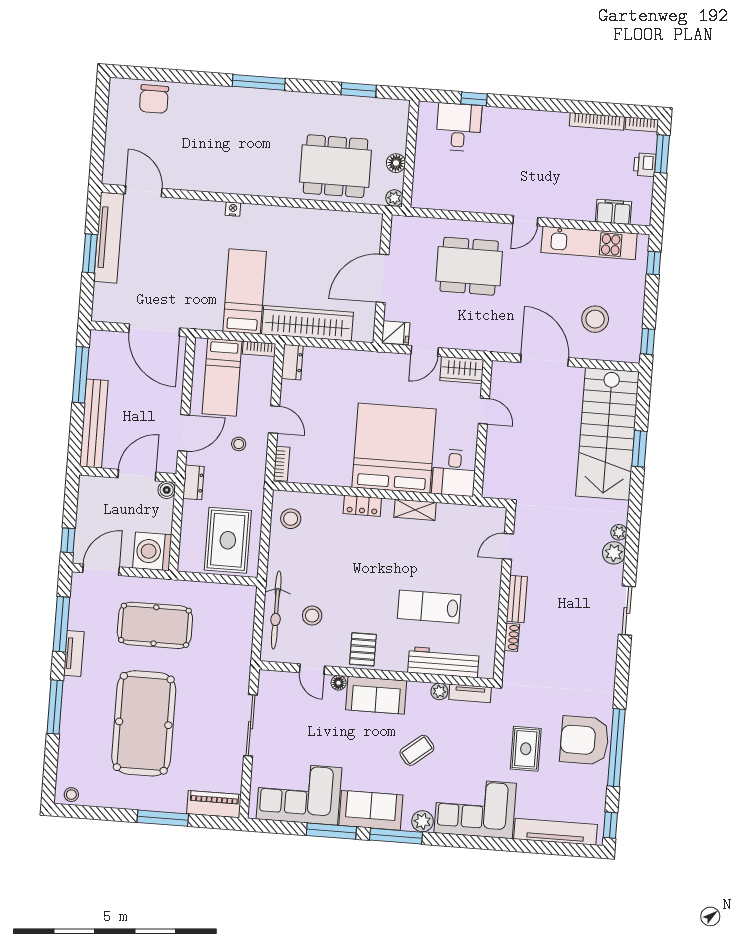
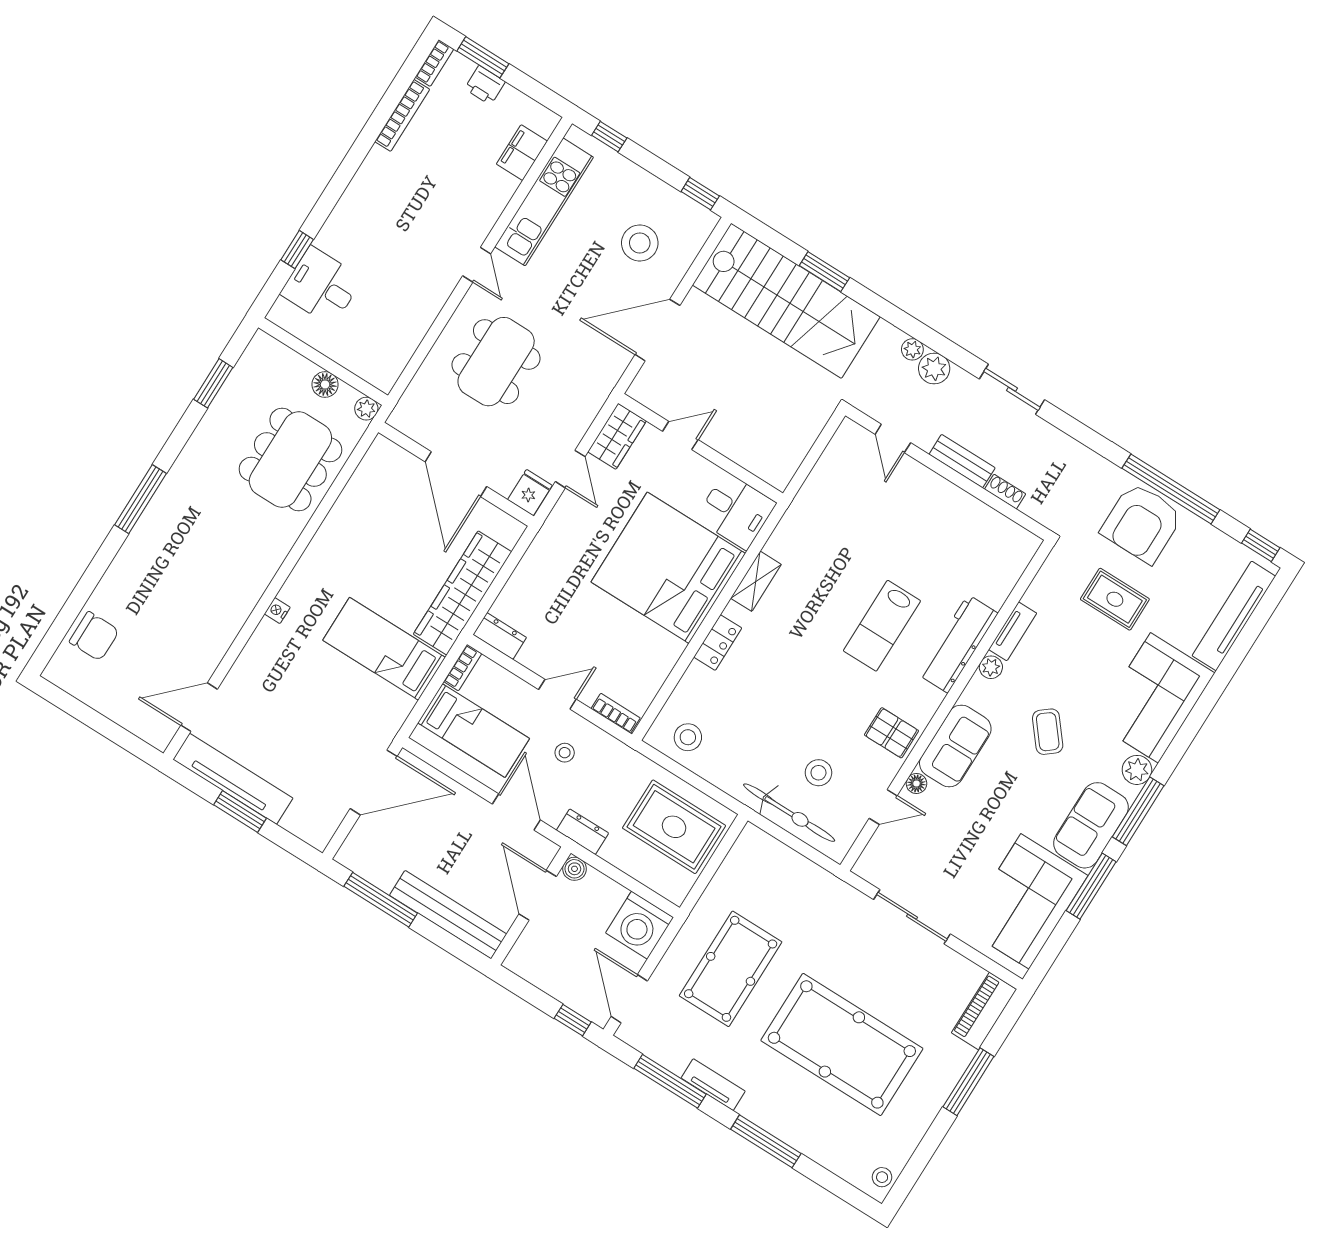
door: (508, 546) -> (893, 438), moved
wall: (504, 594) -> (948, 473), moved
bench: (517, 599) -> (962, 461), moved
shoe rack: (512, 637) -> (1005, 492), moved

